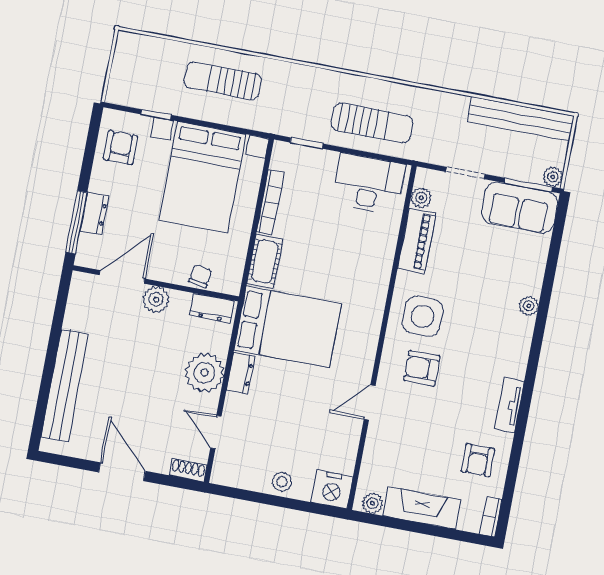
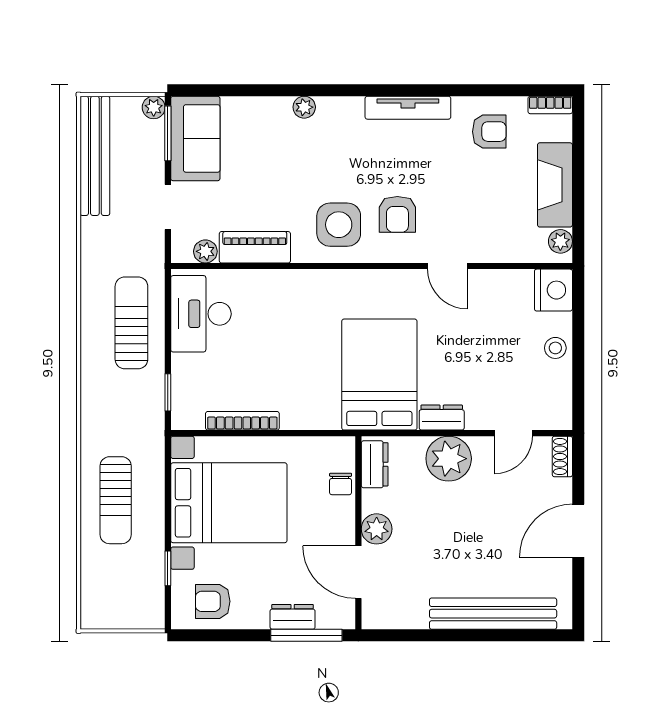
cot: (265, 261) -> (310, 414), removed
chair: (200, 276) -> (341, 484), turned -99
tv unit: (509, 405) -> (408, 108), width x1.41

